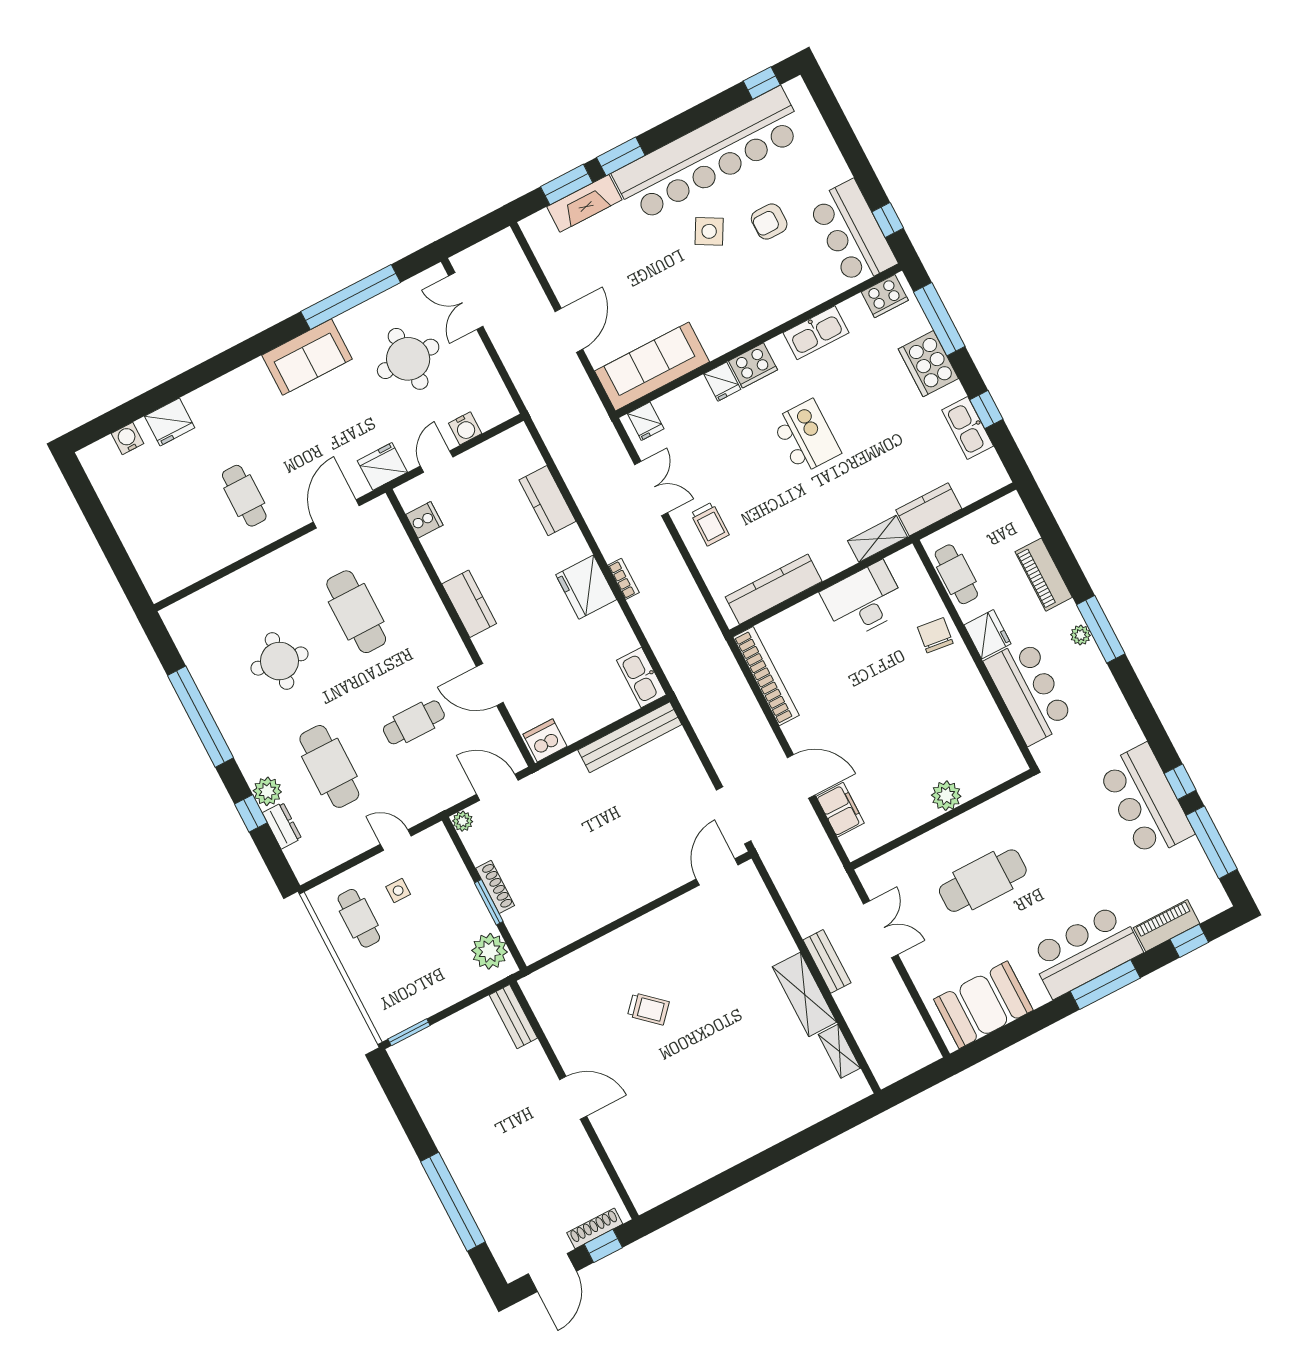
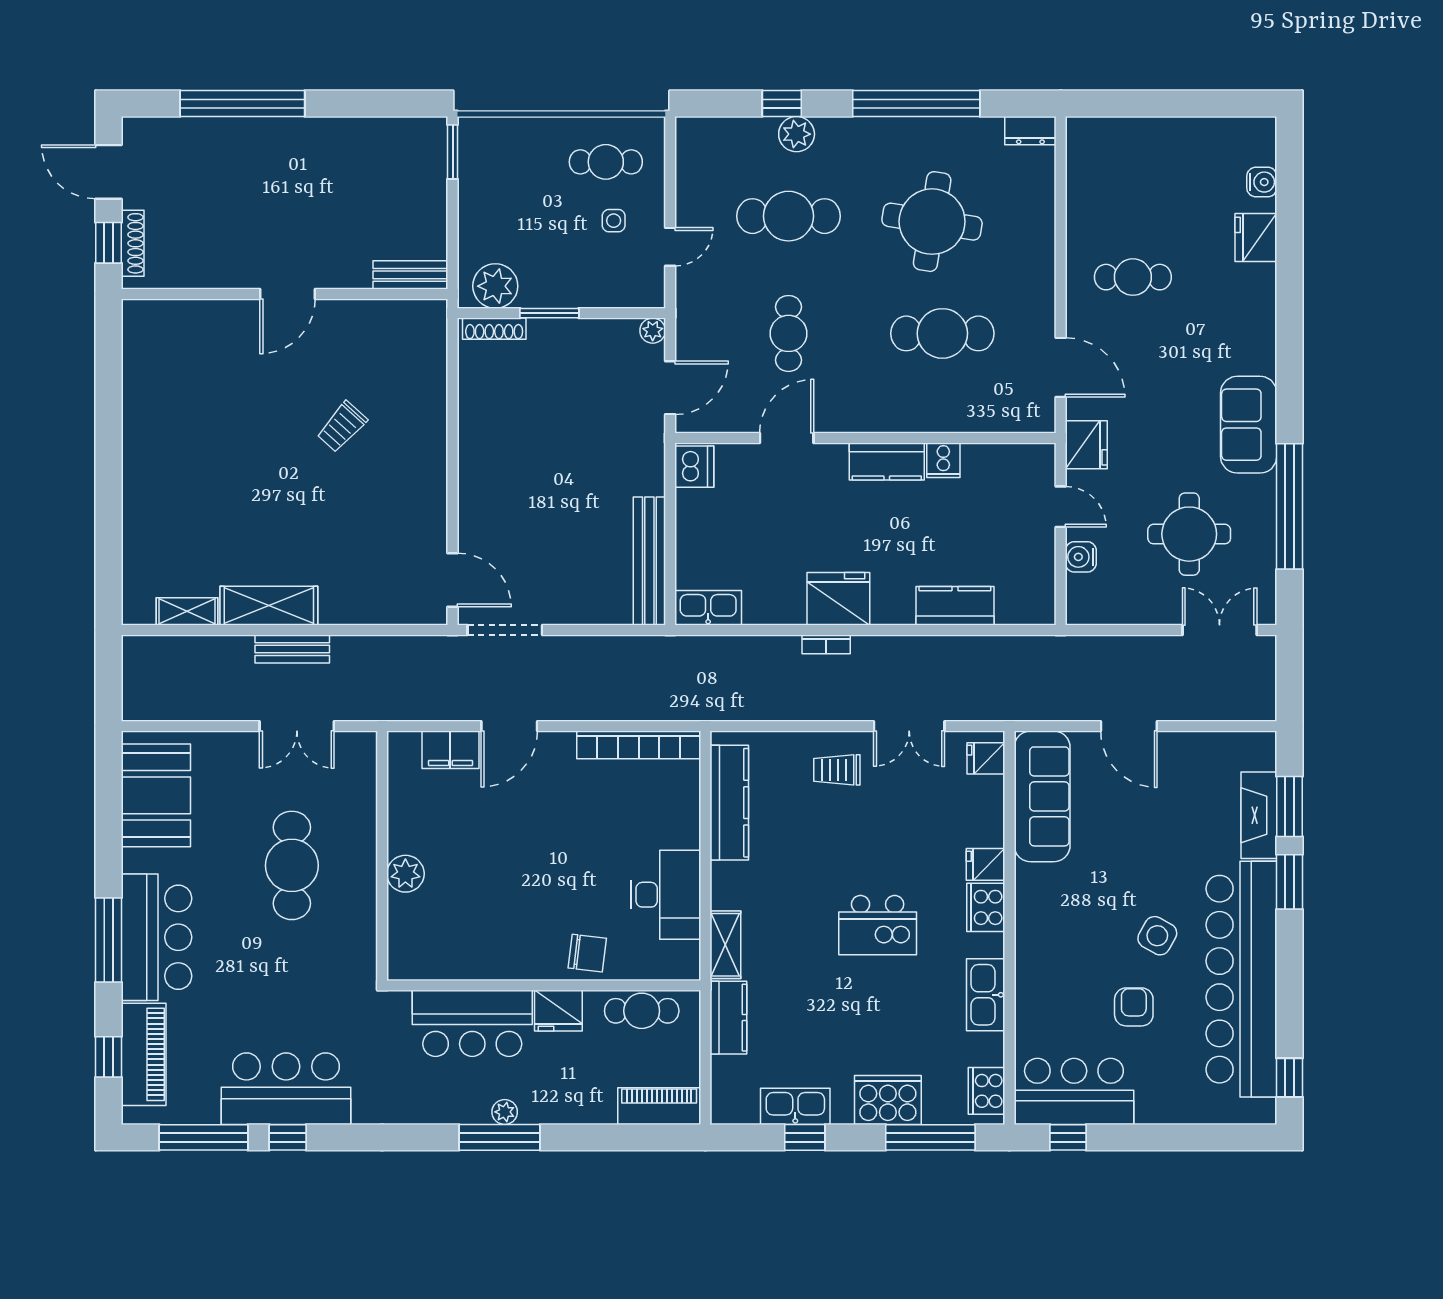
cooker: (424, 520) -> (943, 460), moved
piano: (1044, 575) -> (659, 1106), moved
round table: (279, 661) -> (932, 222), width x1.36, depth x1.36
dresser: (282, 826) -> (1030, 131), moved
shoe rack: (495, 887) -> (494, 329), moved
piano: (1167, 926) -> (144, 1054), width x1.37, depth x1.33

